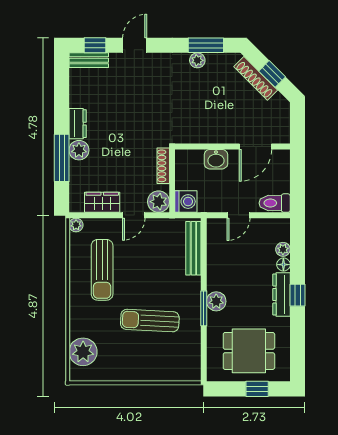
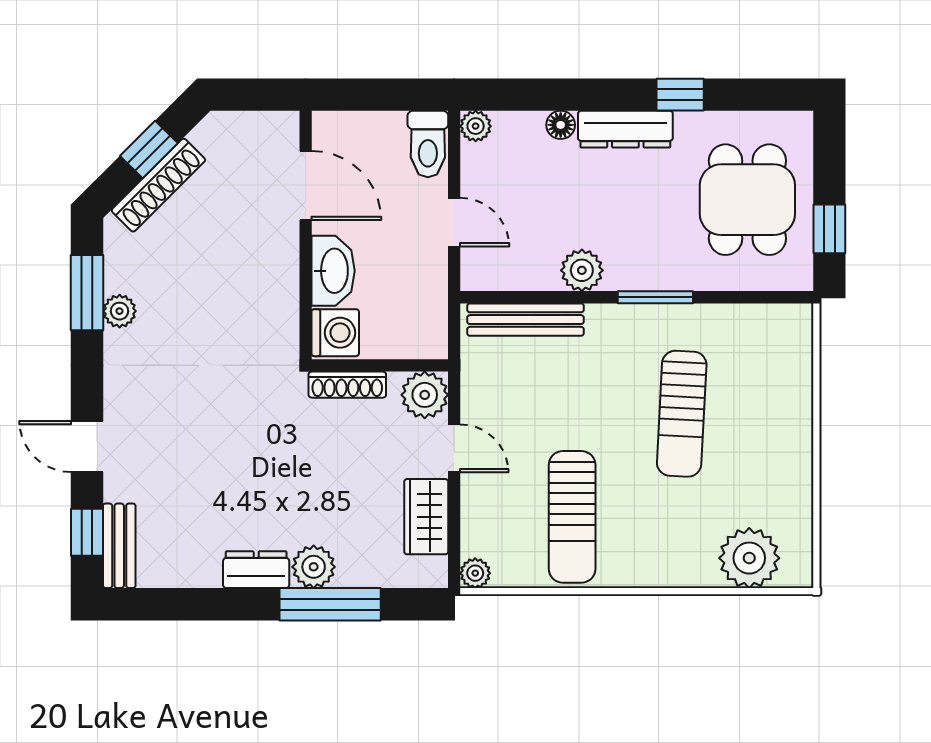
washbasin: (216, 159) -> (333, 271), width x1.38
washing machine: (186, 202) -> (335, 333), moved, turned 90
plant: (283, 249) -> (476, 126), moved
sun lounger: (102, 270) -> (572, 517), turned 90
window: (298, 295) -> (680, 95), moved
plant: (216, 301) -> (582, 270), moved
window: (257, 389) -> (829, 229), moved

